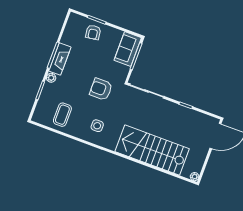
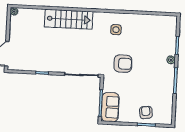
fireplace: (60, 59) -> (168, 79), removed
coffee table: (62, 115) -> (150, 30), removed
stairs: (152, 150) -> (69, 19), width x0.73, depth x0.66

